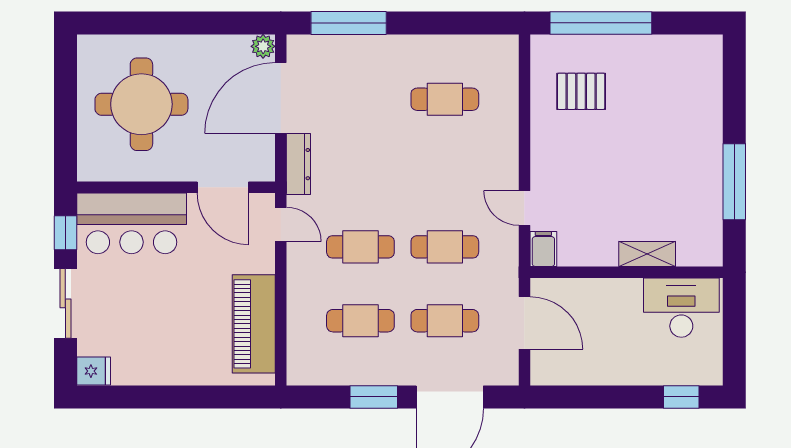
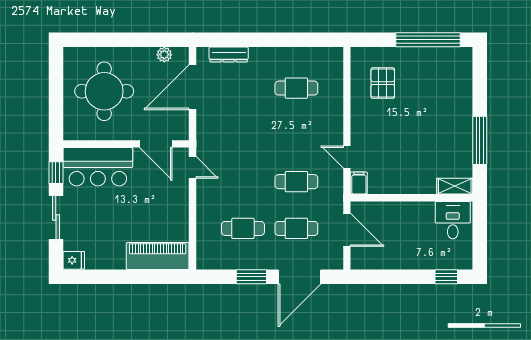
window: (349, 23) -> (235, 40), removed
window: (601, 23) -> (428, 40), moved
plant: (263, 46) -> (164, 55), moved
pallet: (581, 91) -> (383, 83), turned 90
dresser: (298, 164) -> (229, 55), moved, turned 90
cafe table: (360, 247) -> (243, 182), removed
shelving: (647, 254) -> (455, 186), moved
desk: (681, 308) -> (453, 220), width x0.73
piano: (254, 324) -> (158, 256), moved, turned 90

